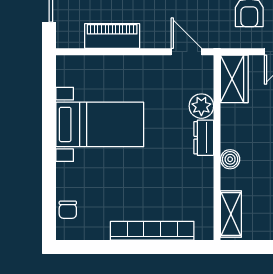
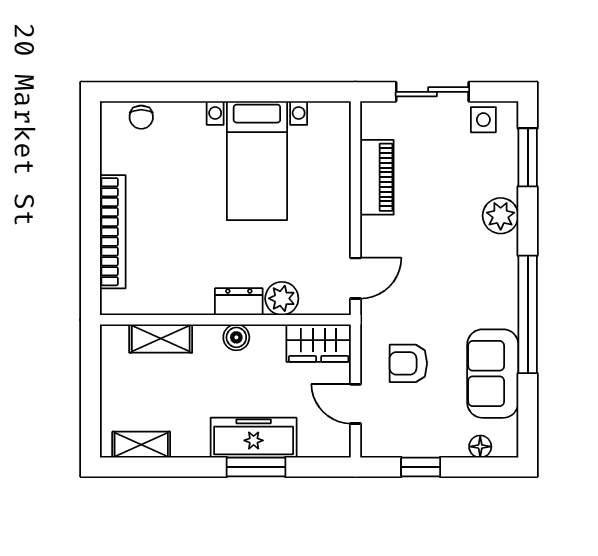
boiler: (230, 159) -> (236, 337), moved
chair: (68, 210) -> (141, 117), turned -90
shelving: (231, 214) -> (161, 338), moved

